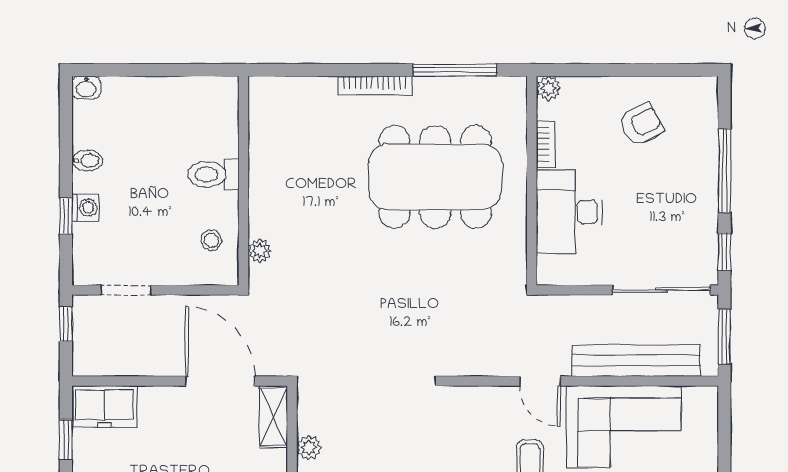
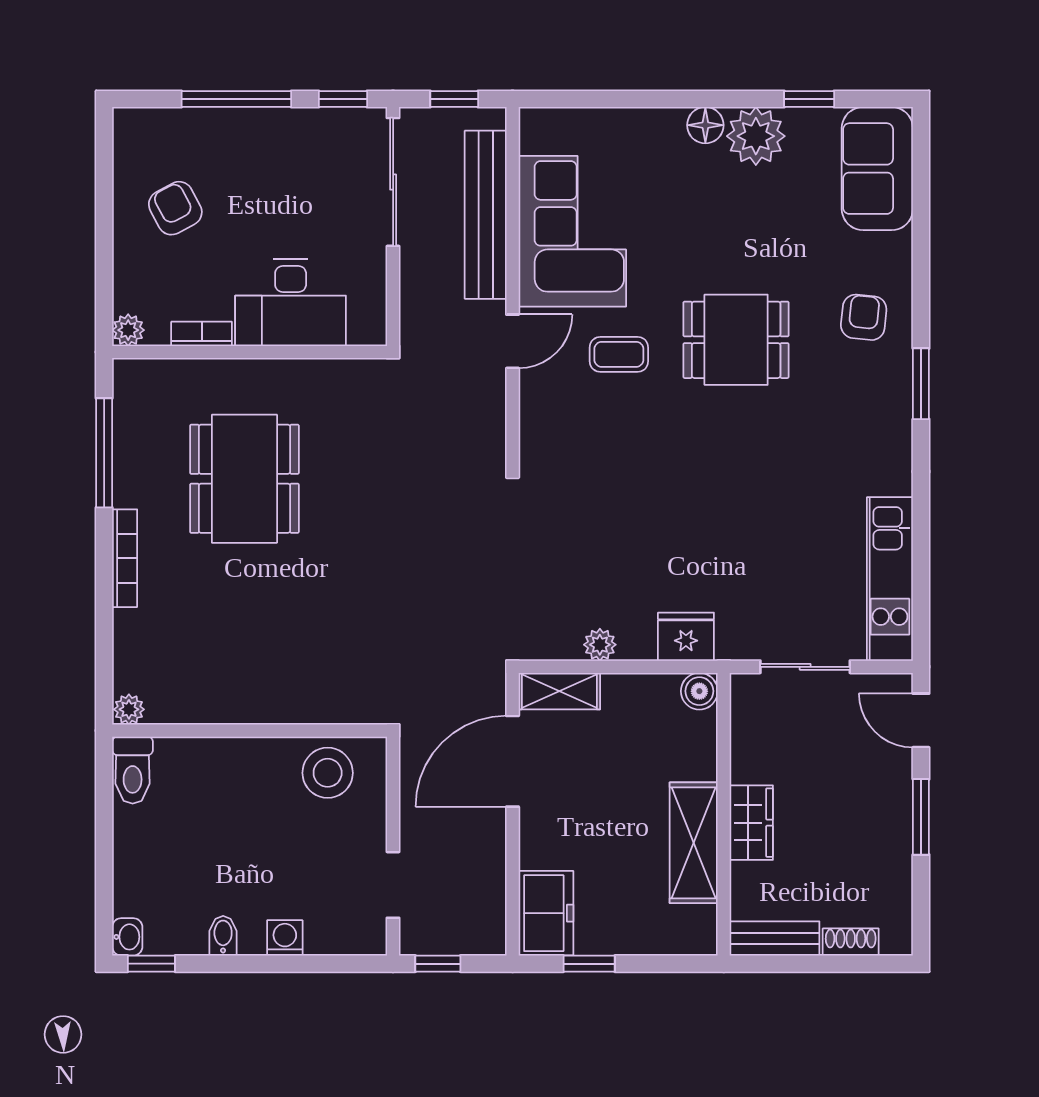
toilet: (213, 174) -> (133, 770), moved
dining table: (435, 177) -> (244, 479), width x0.73, depth x0.80
window: (66, 216) -> (151, 964), moved
stool: (211, 240) -> (328, 773), width x1.89, depth x1.89
plant: (260, 251) -> (129, 709), moved
window: (724, 337) -> (454, 99), width x0.67

